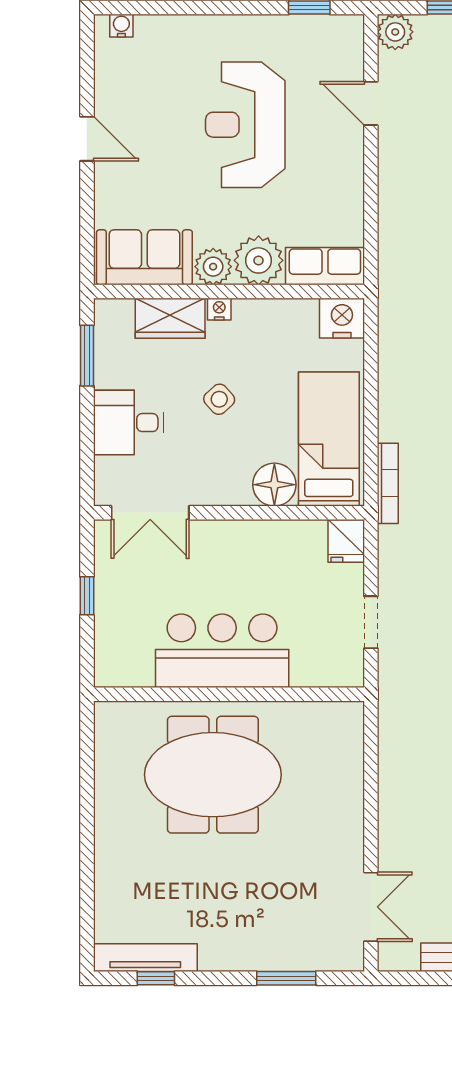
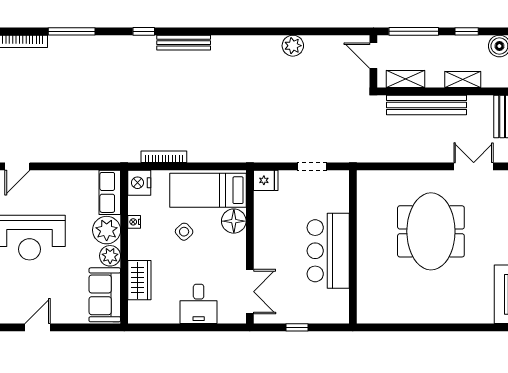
nightstand: (219, 309) -> (134, 222), moved
window: (87, 356) -> (161, 327), removed
side table: (219, 399) -> (184, 232), moved
bookcase: (388, 483) -> (164, 157), moved
meeting table: (213, 775) -> (431, 231), moved

